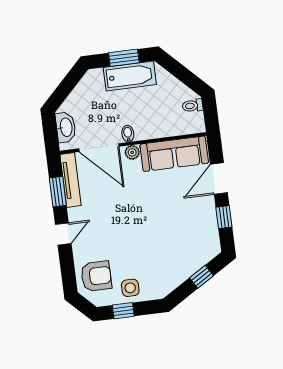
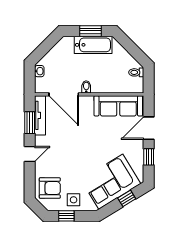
washbasin: (66, 127) -> (39, 71), width x0.52, depth x0.69
plant: (132, 152) -> (88, 101), removed
corner sofa: (177, 257) -> (111, 182), added

